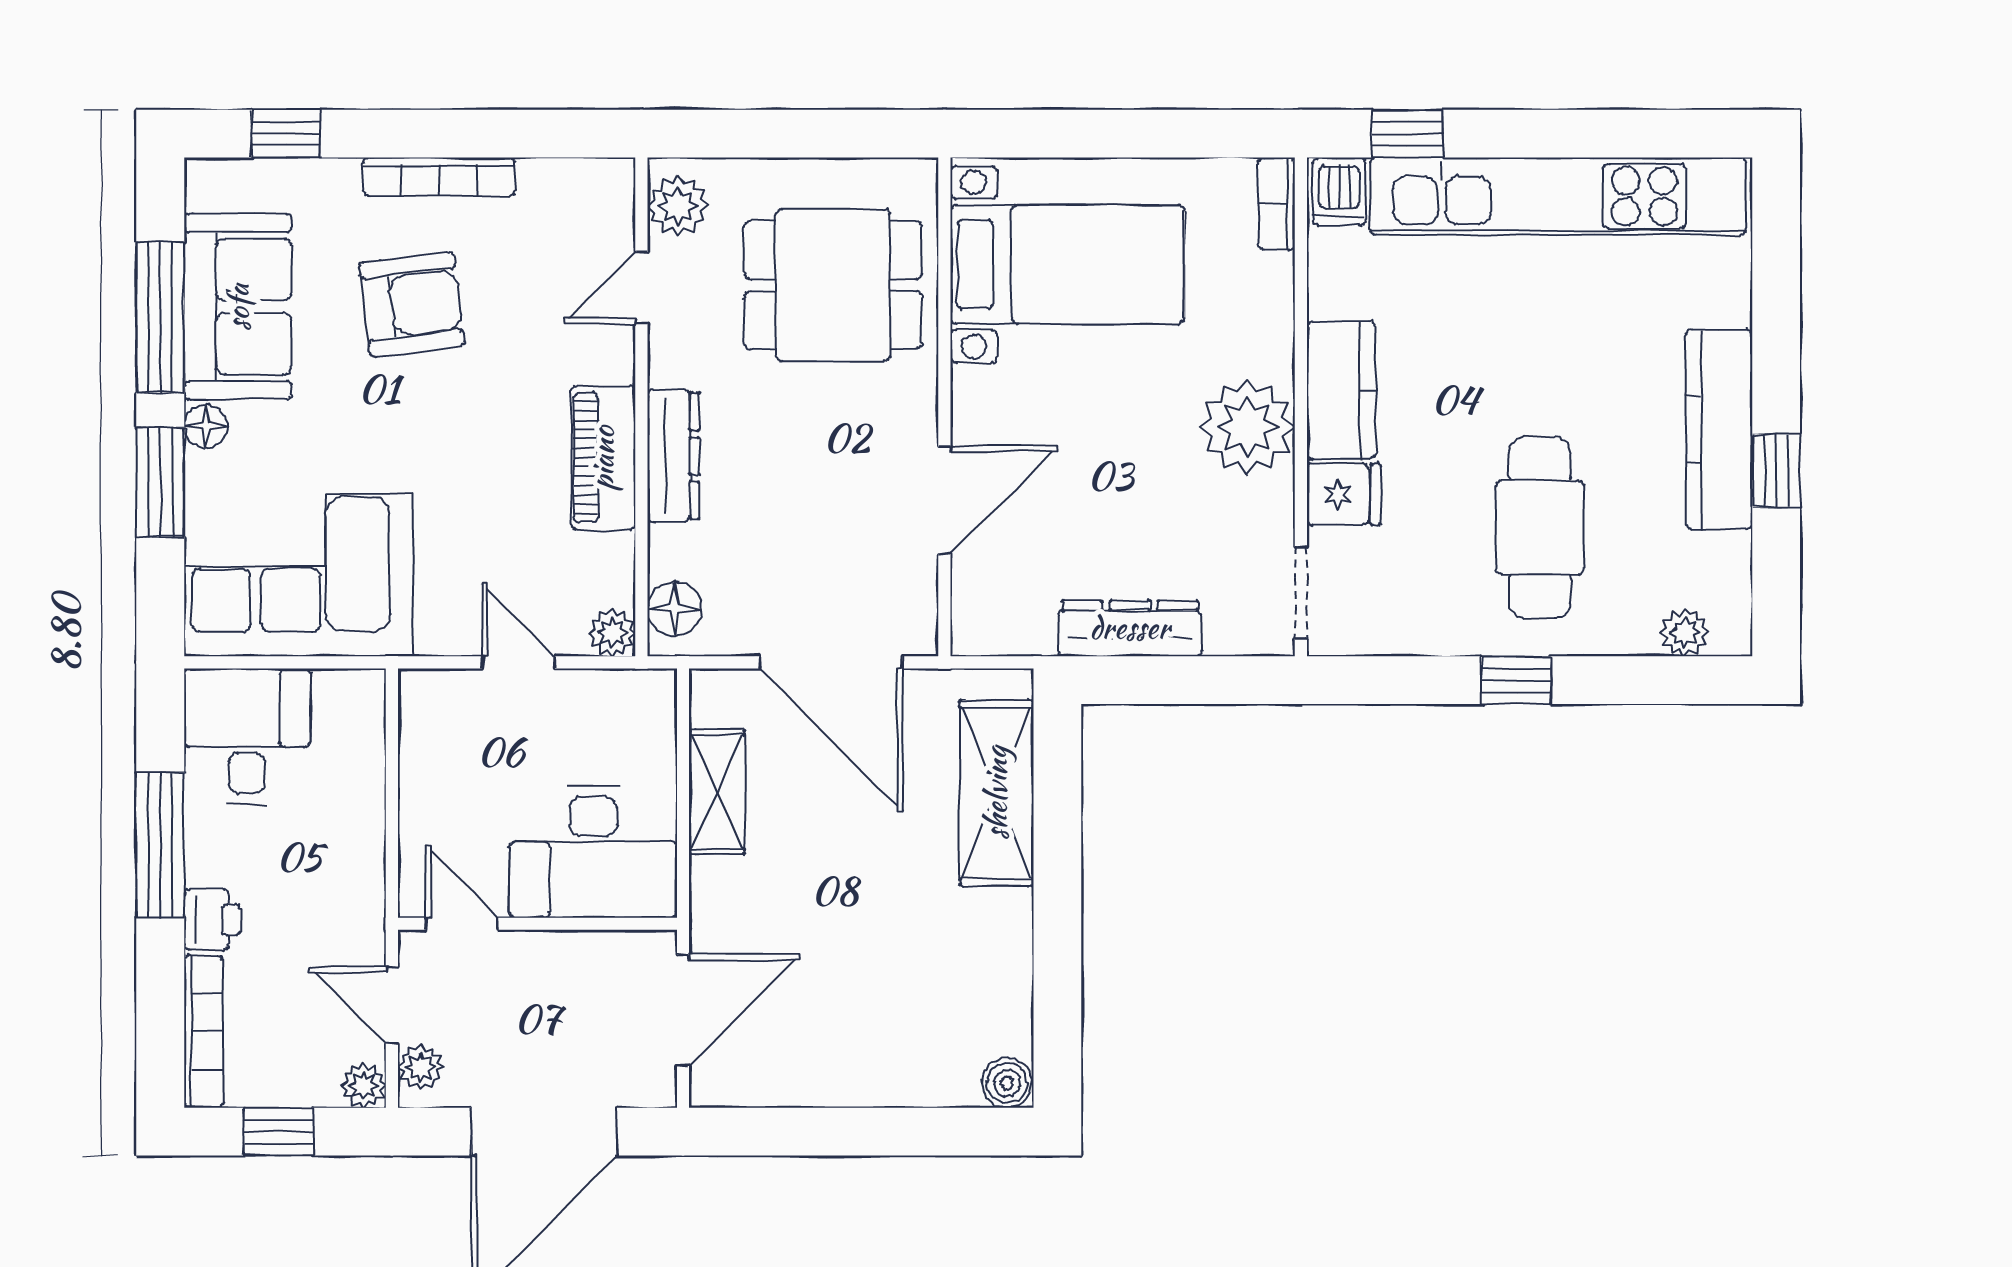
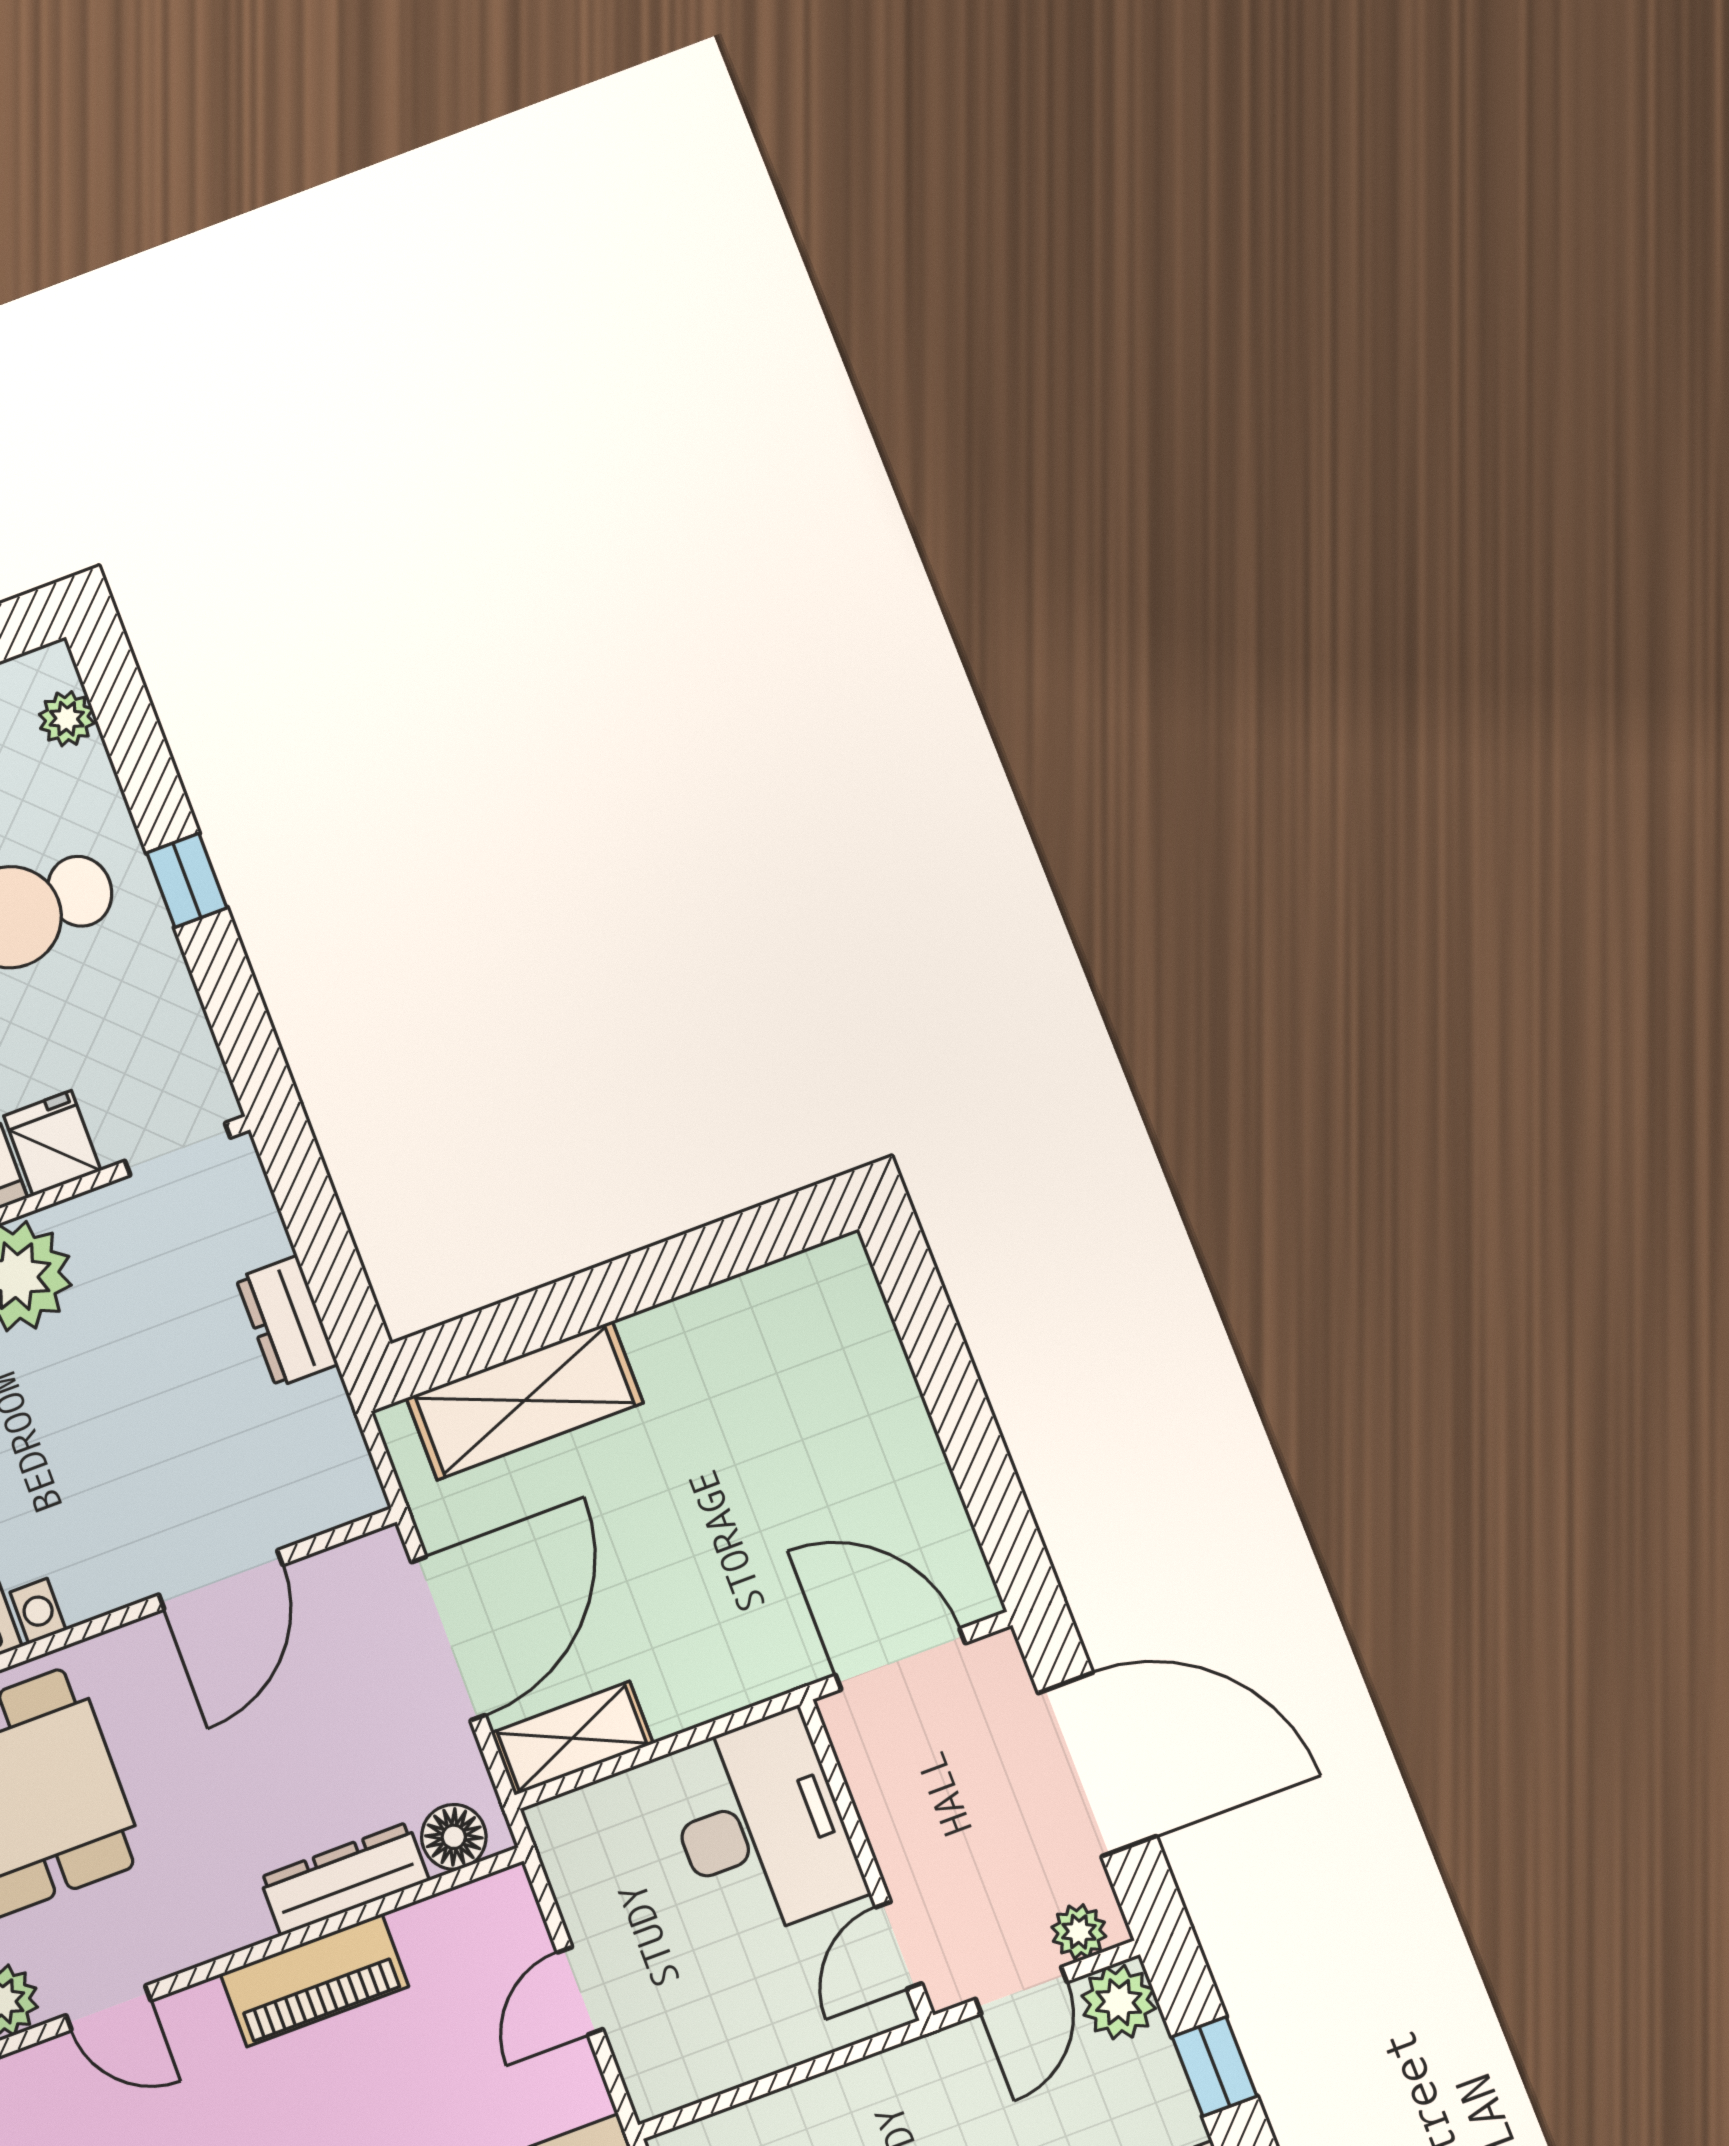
dresser: (673, 456) -> (344, 1879), moved
door: (944, 500) -> (221, 1580), swing flipped
dresser: (1130, 628) -> (287, 1321), width x0.70
plant: (612, 633) -> (507, 1897), removed
shelving: (717, 792) -> (572, 1738), moved
boiler: (1007, 1083) -> (843, 1268), removed
plant: (364, 1086) -> (1119, 2002), width x1.38, depth x1.38

